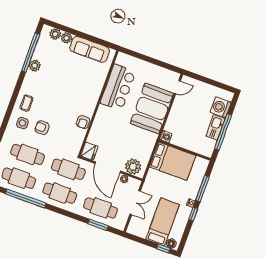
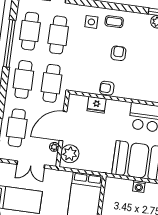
armchair: (42, 128) -> (118, 53), moved
washing machine: (166, 137) -> (139, 186), moved
fridge: (89, 151) -> (97, 105), moved

